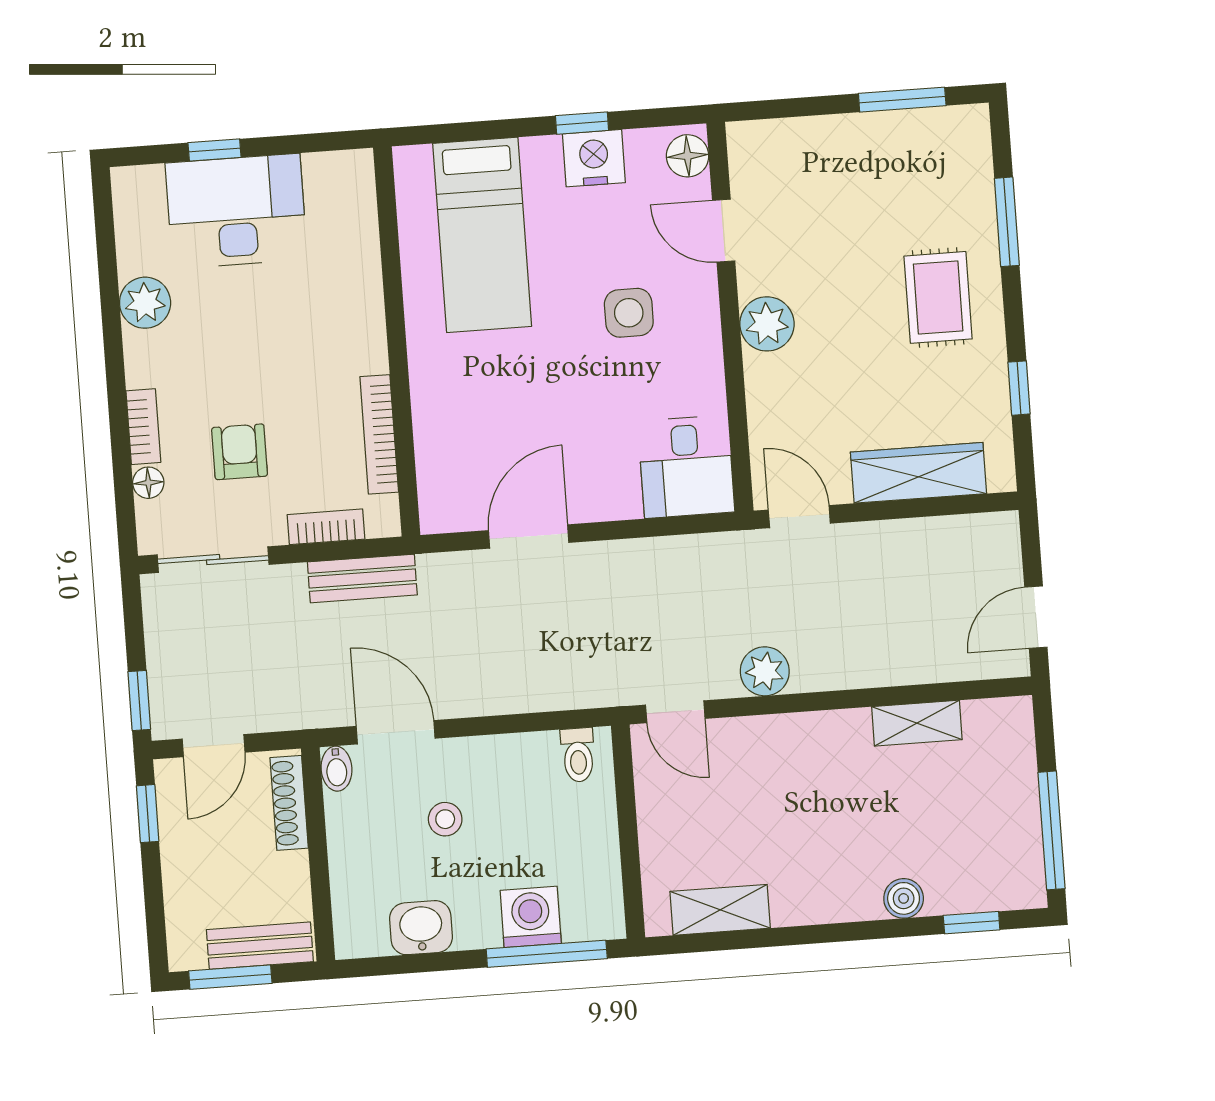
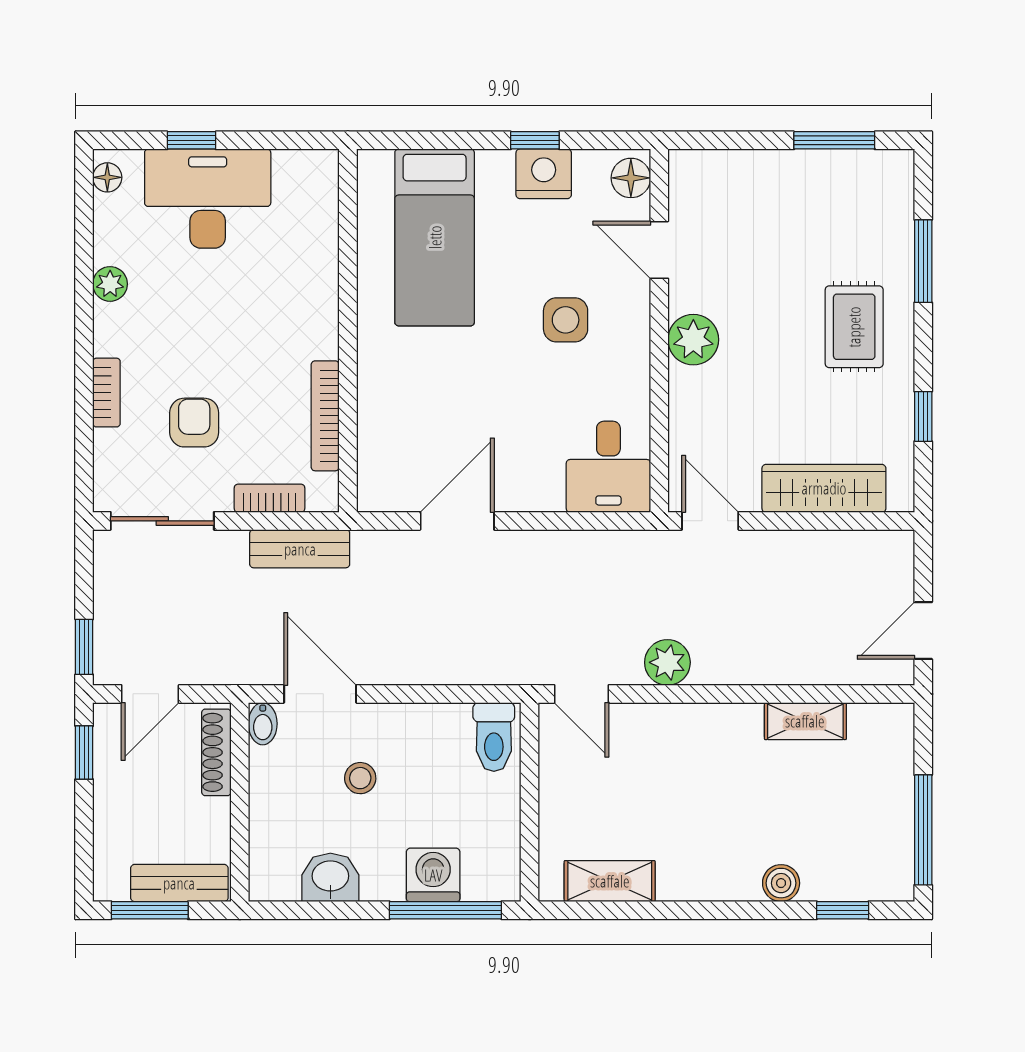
plant: (145, 303) -> (110, 284), width x0.73, depth x0.73
floor lamp: (148, 483) -> (107, 177), moved
toilet: (578, 755) -> (494, 737), width x1.37, depth x1.39

